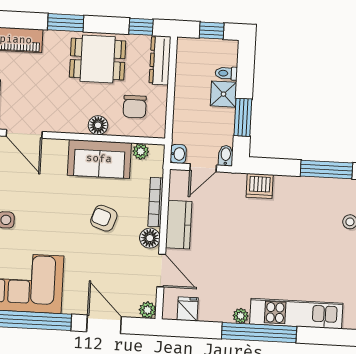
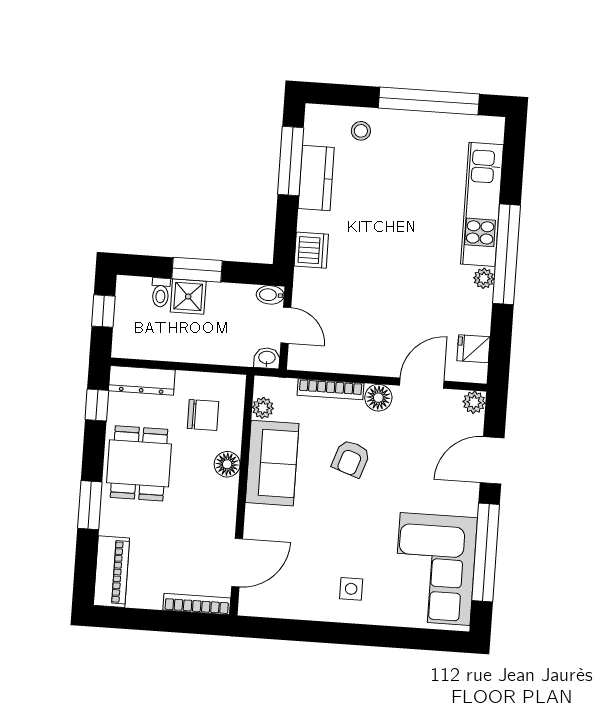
window: (243, 117) -> (197, 270), moved
kitchen counter: (179, 225) -> (316, 178), moved, turned 90

